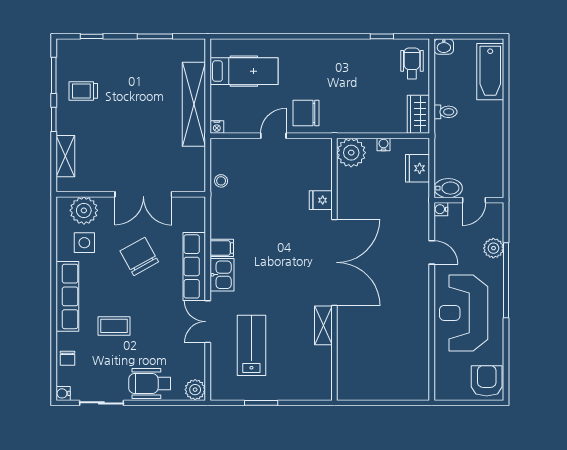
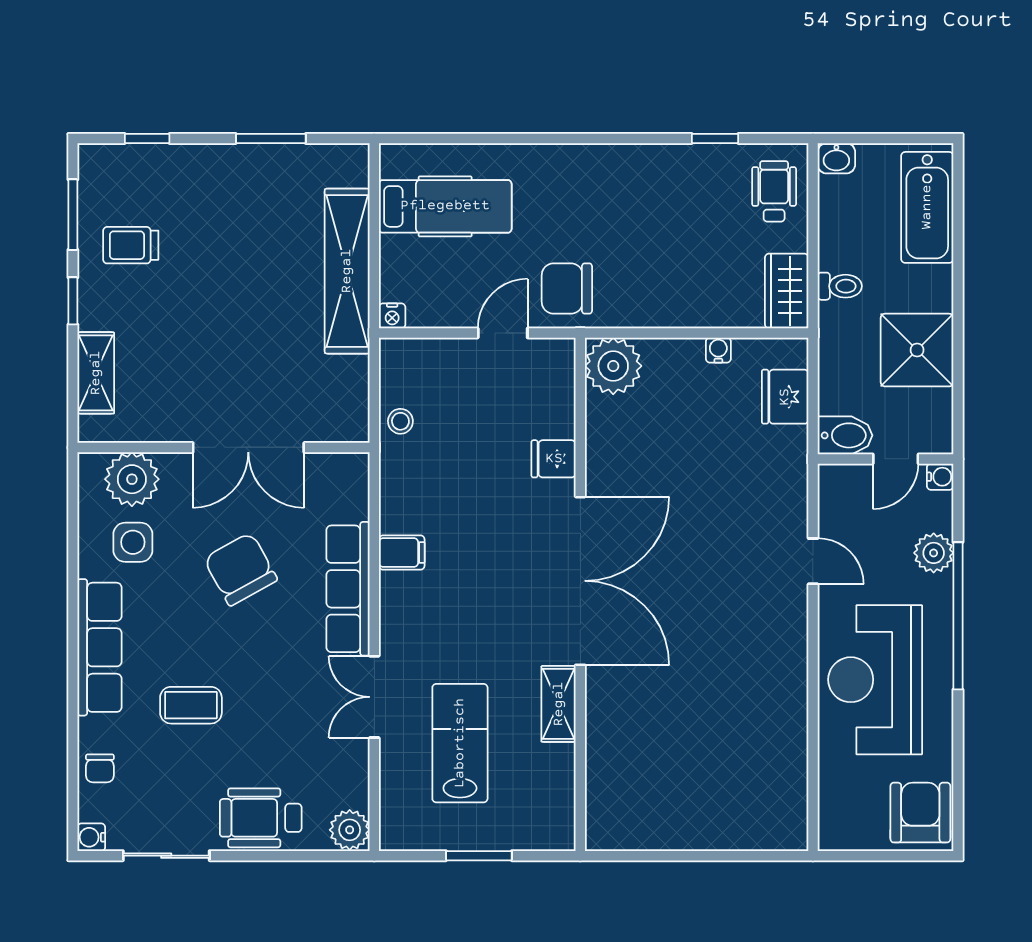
shower: (485, 144) -> (917, 350), added
plant: (351, 153) -> (613, 366), moved
fridge: (321, 200) -> (554, 459), moved
water cooler: (441, 209) -> (940, 477), moved, turned 180
double door: (334, 262) -> (580, 581), moved
wall: (334, 269) -> (580, 594), moved
kitchen sink: (222, 275) -> (402, 605), removed
shelving: (323, 325) -> (559, 704), moved

